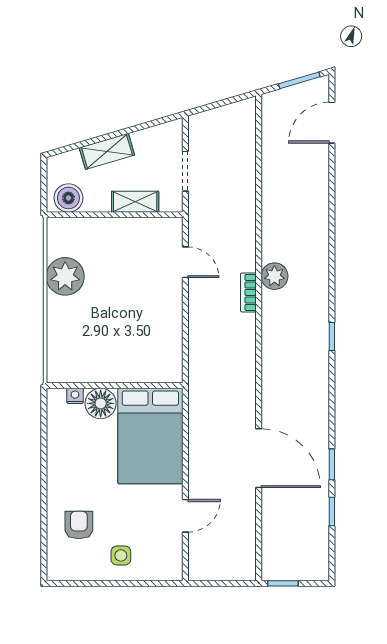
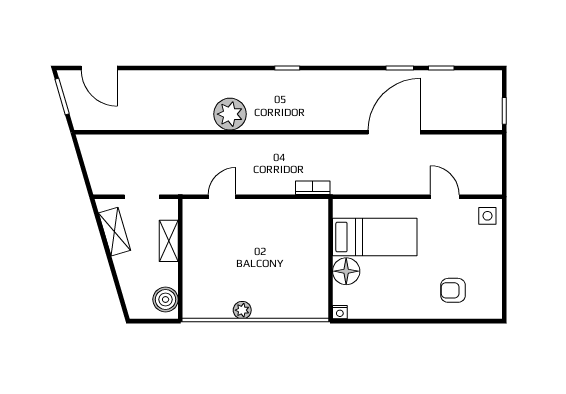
shelving: (107, 151) -> (115, 232), moved
plant: (65, 276) -> (242, 310), width x0.53, depth x0.53
plant: (274, 276) -> (230, 114), width x1.36, depth x1.36
bookcase: (248, 292) -> (313, 188), moved, turned 180
nightstand: (75, 396) -> (340, 312), moved, turned -90
bed: (150, 436) -> (375, 237), width x0.67
side table: (121, 555) -> (487, 216), moved

